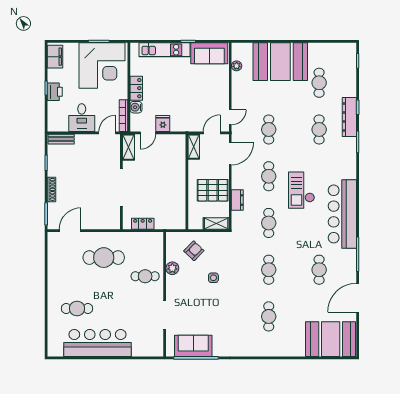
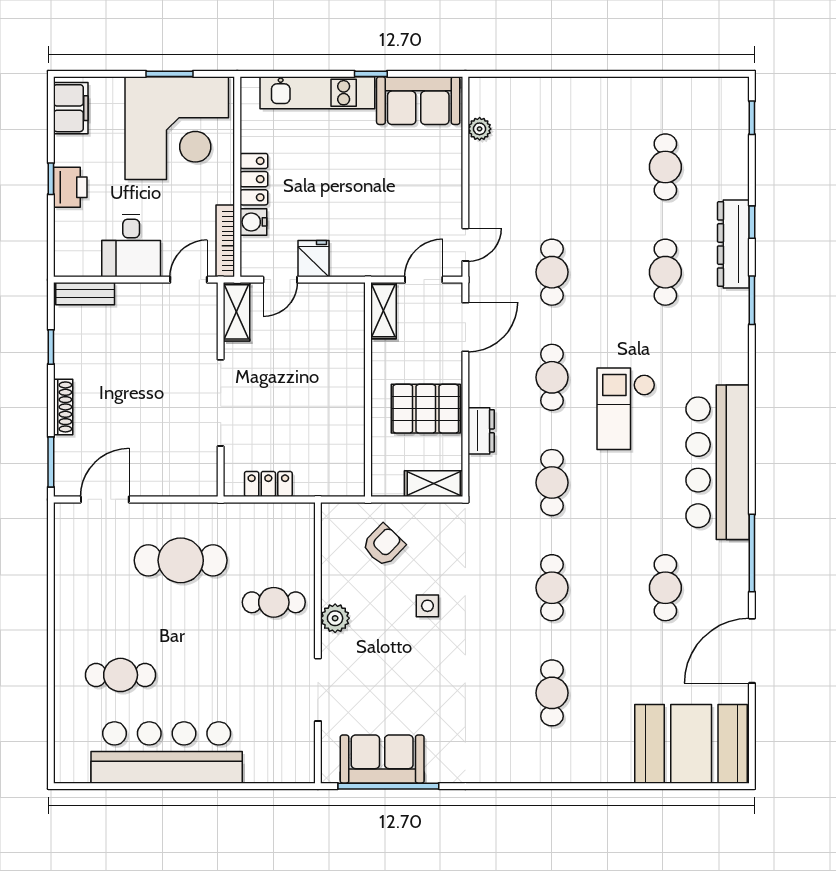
booth: (280, 62) -> (578, 119), removed
plant: (172, 268) -> (335, 618), moved

